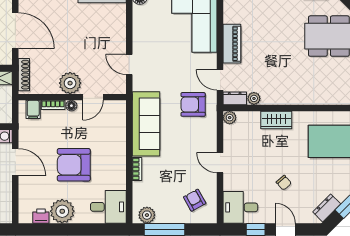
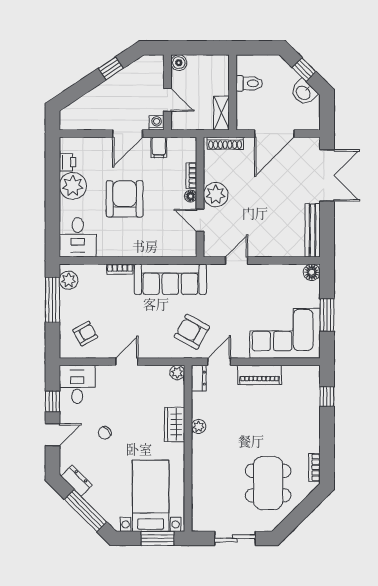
plant: (254, 98) -> (199, 426), moved
armchair: (193, 104) -> (192, 332), turned -61
filing cabinet: (33, 109) -> (159, 147), moved, turned -90

